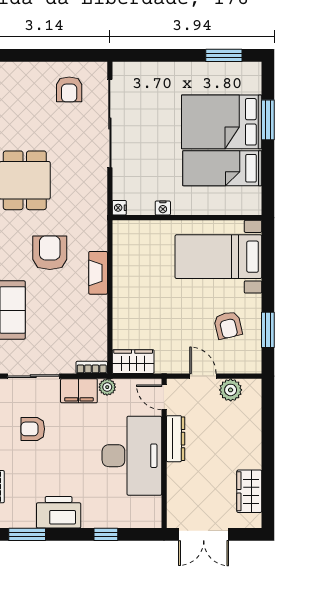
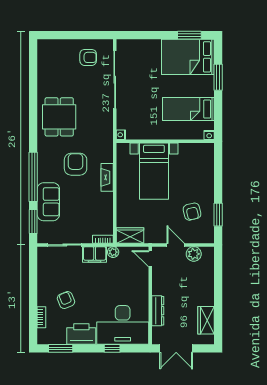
armchair: (69, 89) -> (88, 57), turned -90
bed: (222, 122) -> (188, 57), moved
nightstand: (163, 208) -> (209, 135), moved
bed with nightstands: (218, 257) -> (154, 171), moved, turned -90
armchair: (33, 429) -> (66, 300), moved, turned 67
dresser: (176, 439) -> (158, 311), moved
desk: (132, 456) -> (123, 325), moved, turned 90

